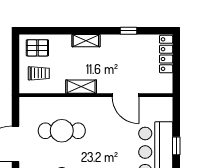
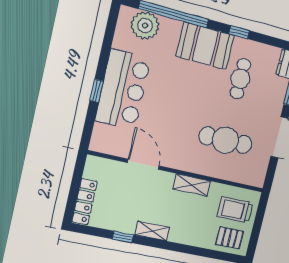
shelving: (86, 41) -> (152, 231), moved
trolley: (39, 73) -> (235, 210), width x1.36, depth x1.39

